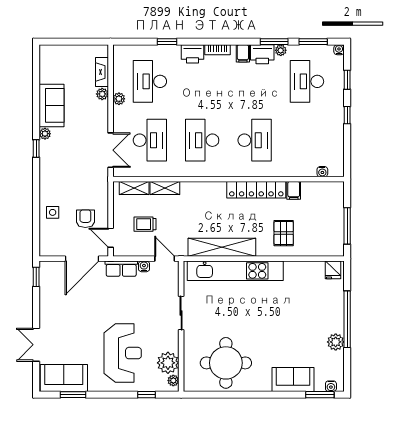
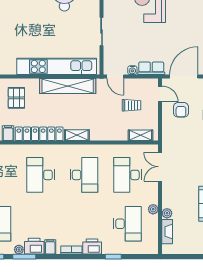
shelving: (165, 188) -> (77, 135), moved

